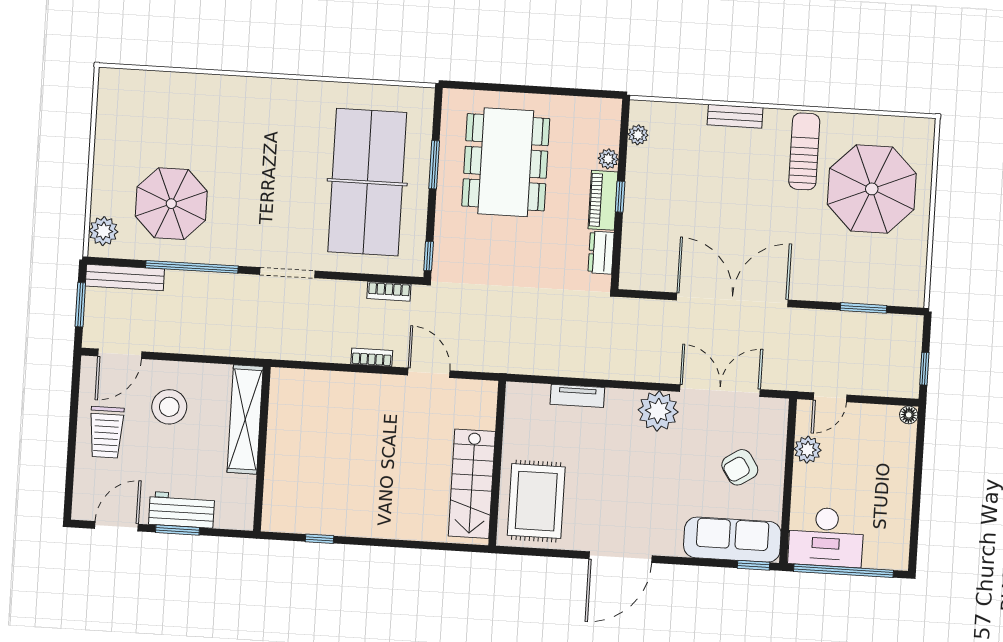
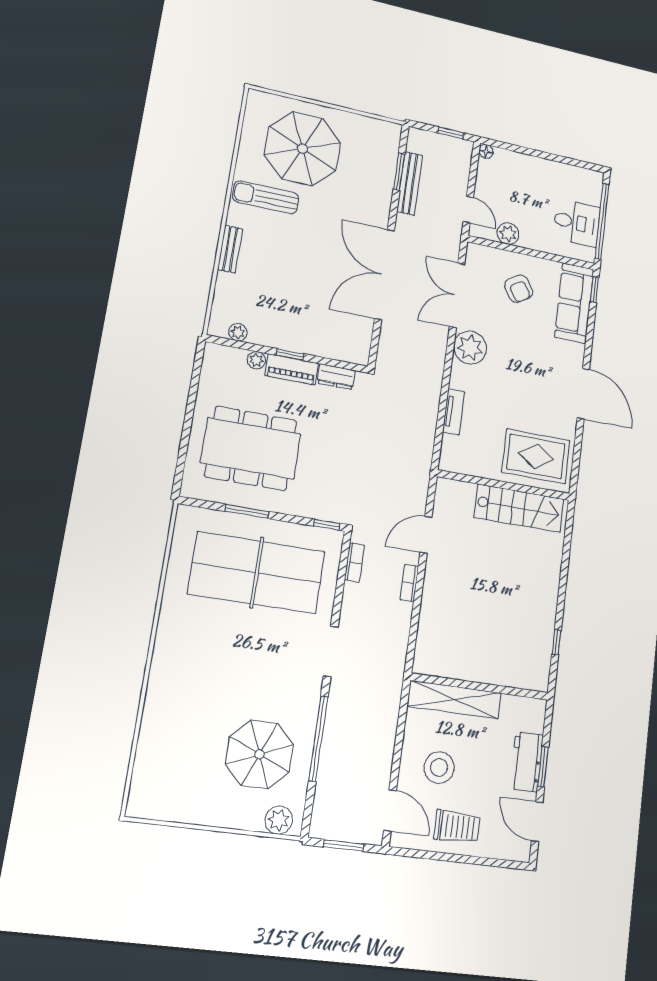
bench: (125, 278) -> (410, 183), moved
desk: (826, 537) -> (577, 223), width x0.73

